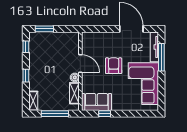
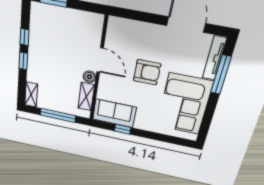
window: (26, 47) -> (24, 37), moved
armchair: (114, 66) -> (147, 72), turned 90

